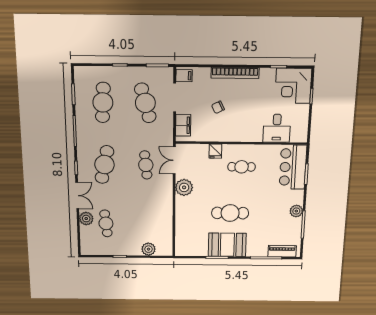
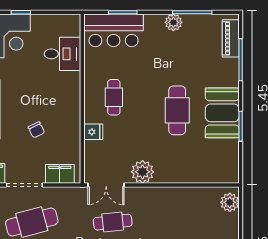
plant: (149, 249) -> (230, 202), moved

